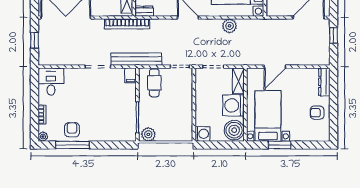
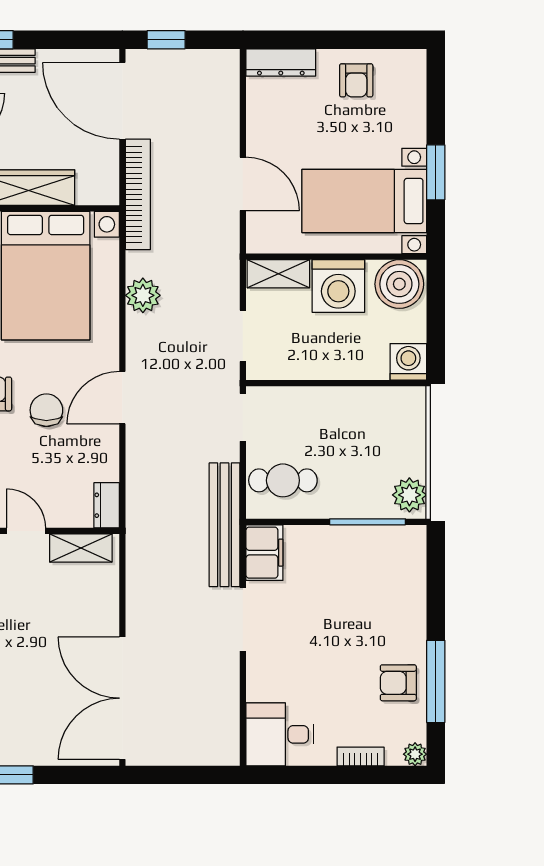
bookcase: (127, 24) -> (138, 194), moved
window: (34, 40) -> (178, 775), removed
filing cabinet: (131, 75) -> (264, 553), width x2.00

